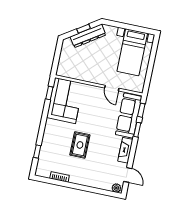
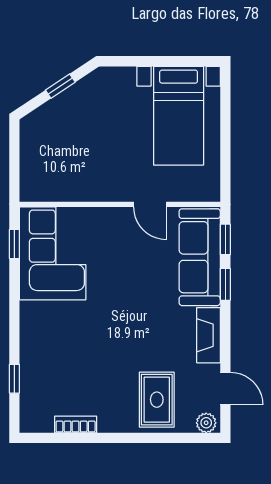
dresser: (88, 36) -> (73, 100), removed
rug: (80, 145) -> (157, 400), moved

